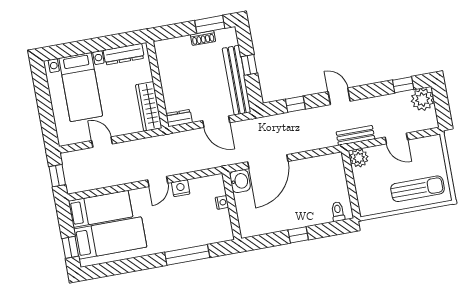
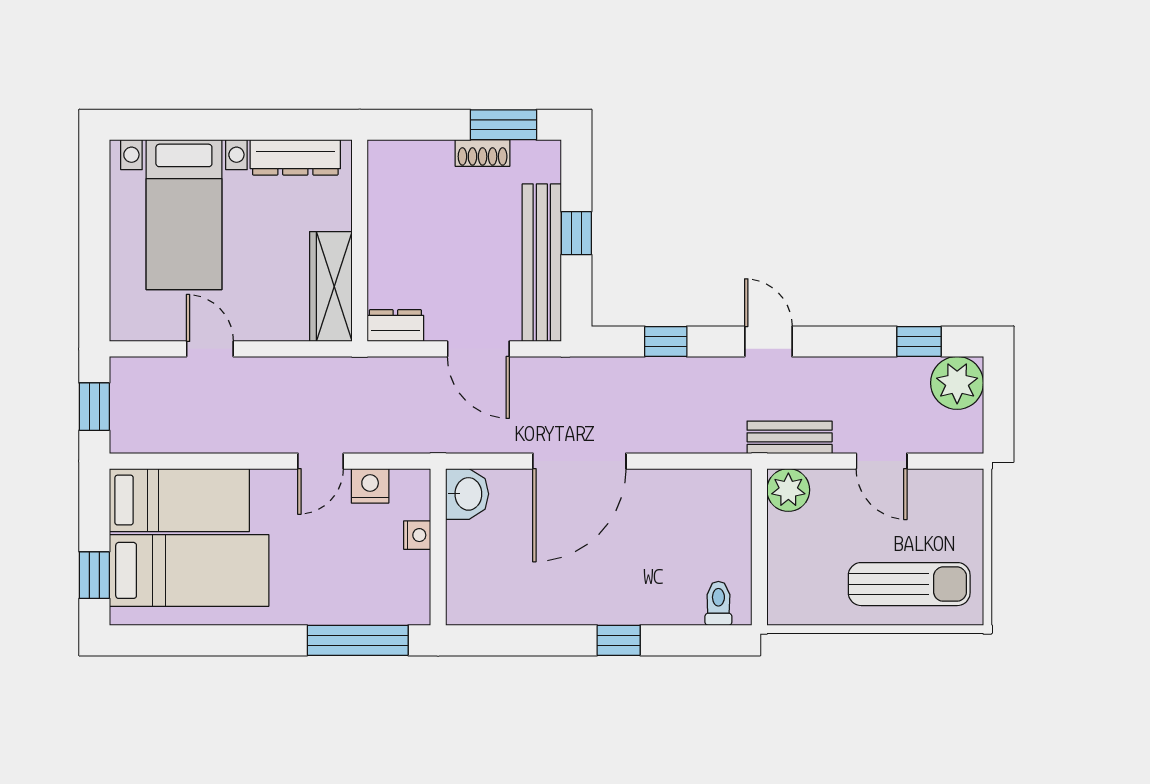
washbasin: (240, 181) -> (467, 494), moved
nightstand: (222, 202) -> (417, 535), moved
wall: (232, 206) -> (438, 547), moved

